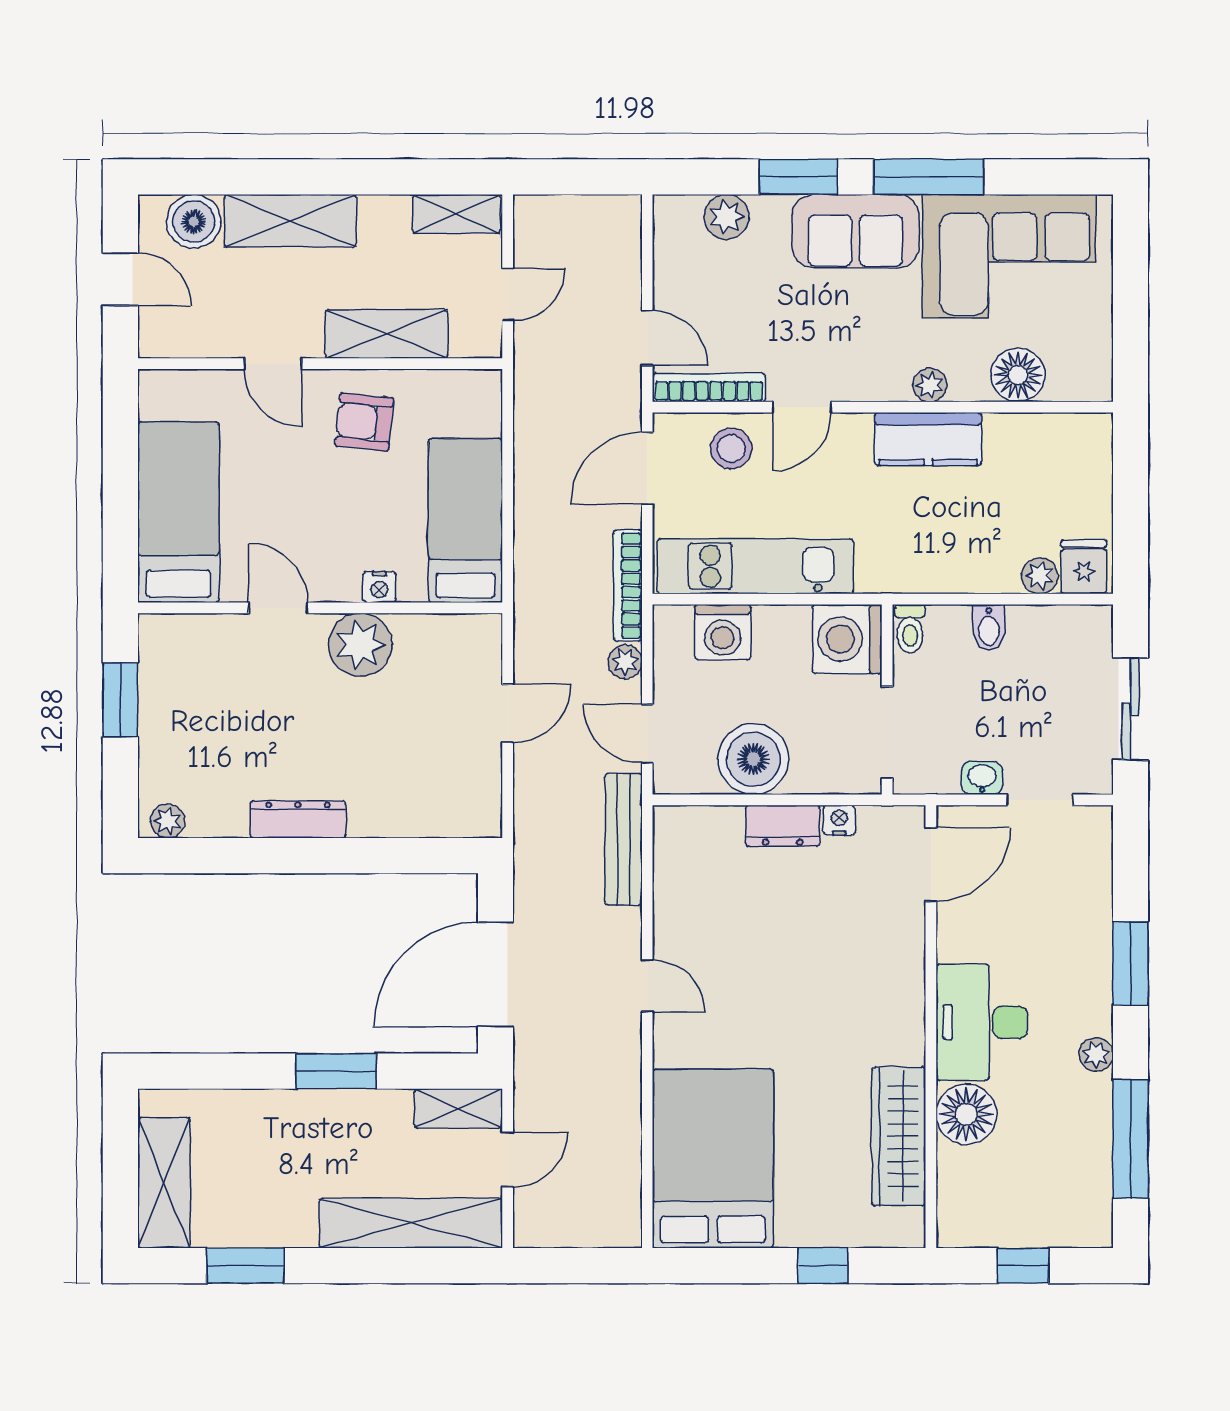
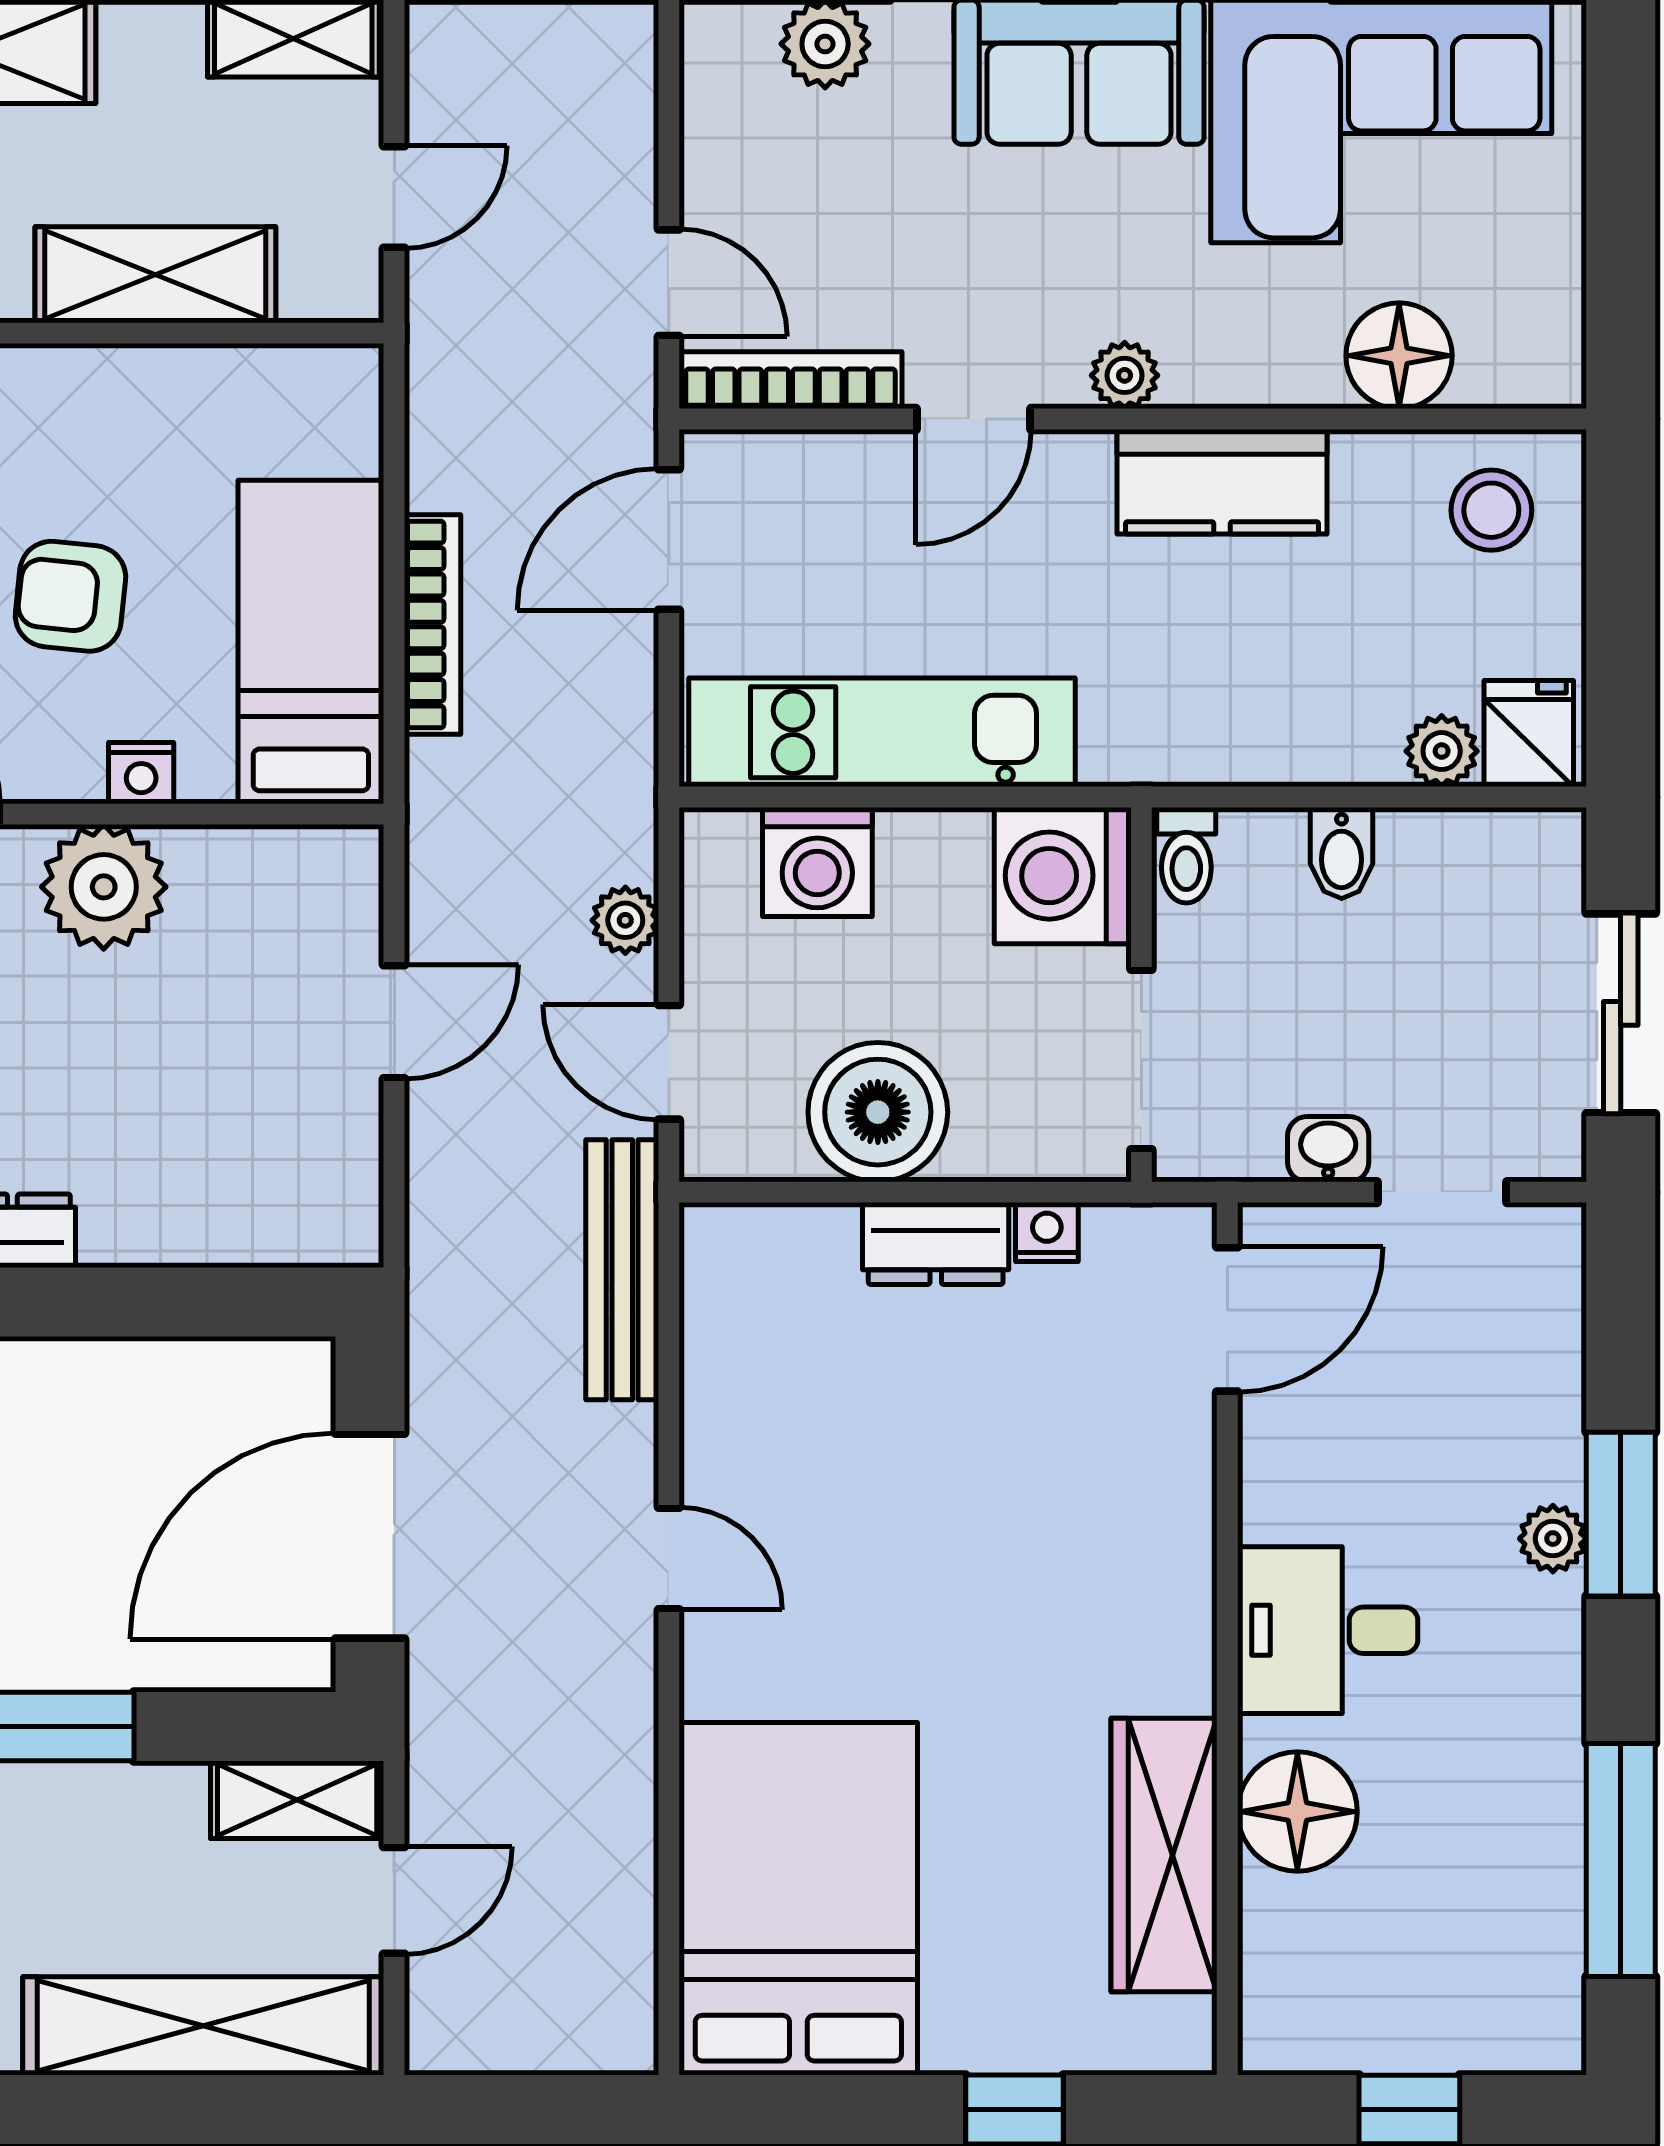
plant: (930, 385) -> (1125, 375), moved
armchair: (364, 422) -> (70, 596), moved
stool: (731, 449) -> (1491, 510), moved
bookcase: (628, 585) -> (432, 625), moved, turned 180
desk: (982, 1022) -> (1328, 1630), width x0.73
plant: (1096, 1054) -> (1553, 1539), moved

